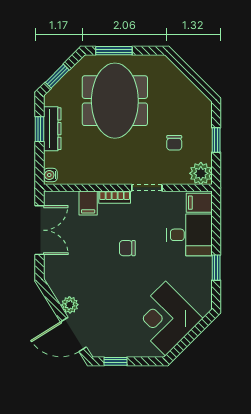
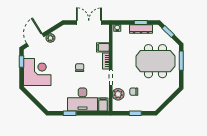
plant: (201, 173) -> (118, 94), moved
double door: (40, 230) -> (89, 22), swing flipped
desk: (190, 235) -> (82, 100), width x1.37
corner desk: (166, 318) -> (37, 72), moved, turned 45

